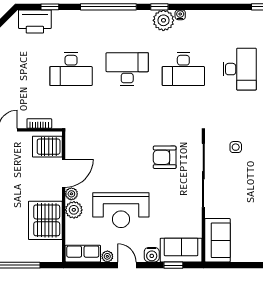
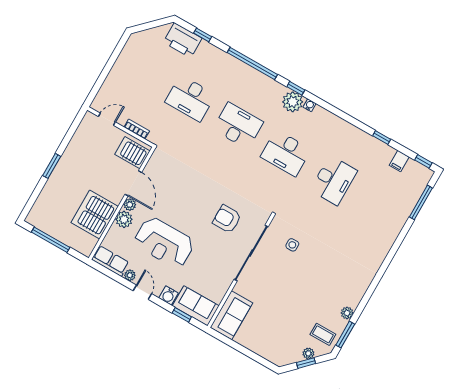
door: (64, 173) -> (133, 183), hinge flipped

